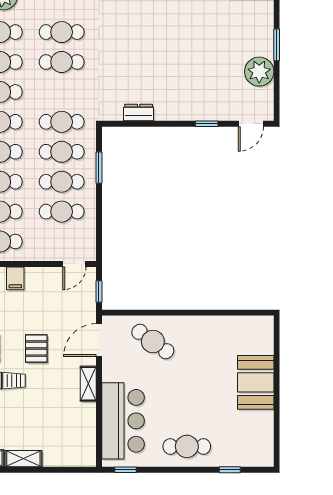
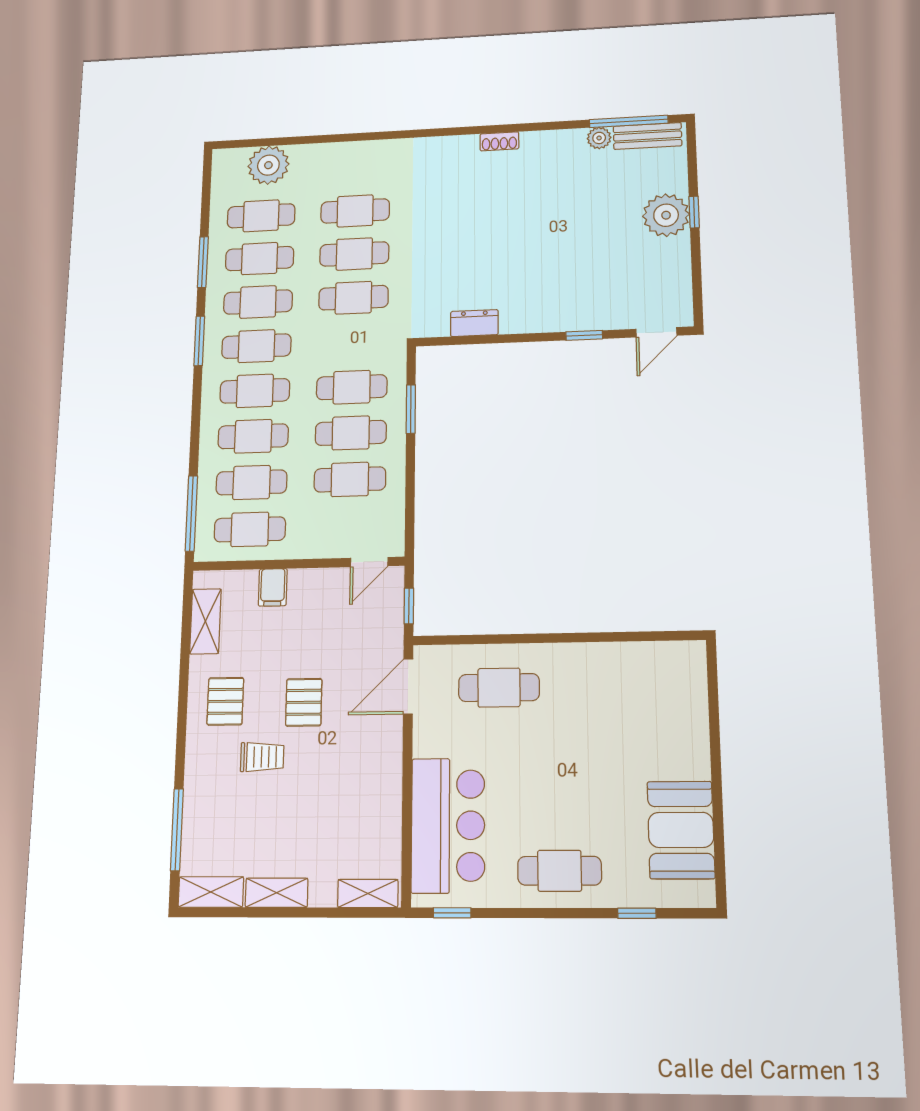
window: (277, 45) -> (694, 212), width x0.67
plant: (259, 72) -> (666, 215), moved
cafe table: (62, 122) -> (353, 298), moved
cafe table: (153, 341) -> (499, 688), turned -36
booth: (256, 382) -> (681, 830), moved
shelving: (88, 384) -> (368, 893), moved, turned 90

